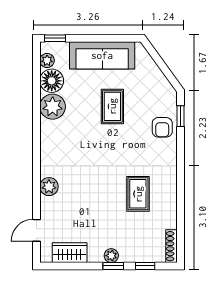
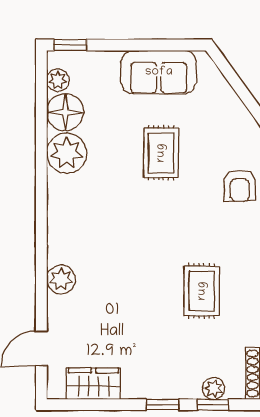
sofa: (102, 55) -> (159, 72), width x0.73
plant: (111, 256) -> (214, 388), moved

